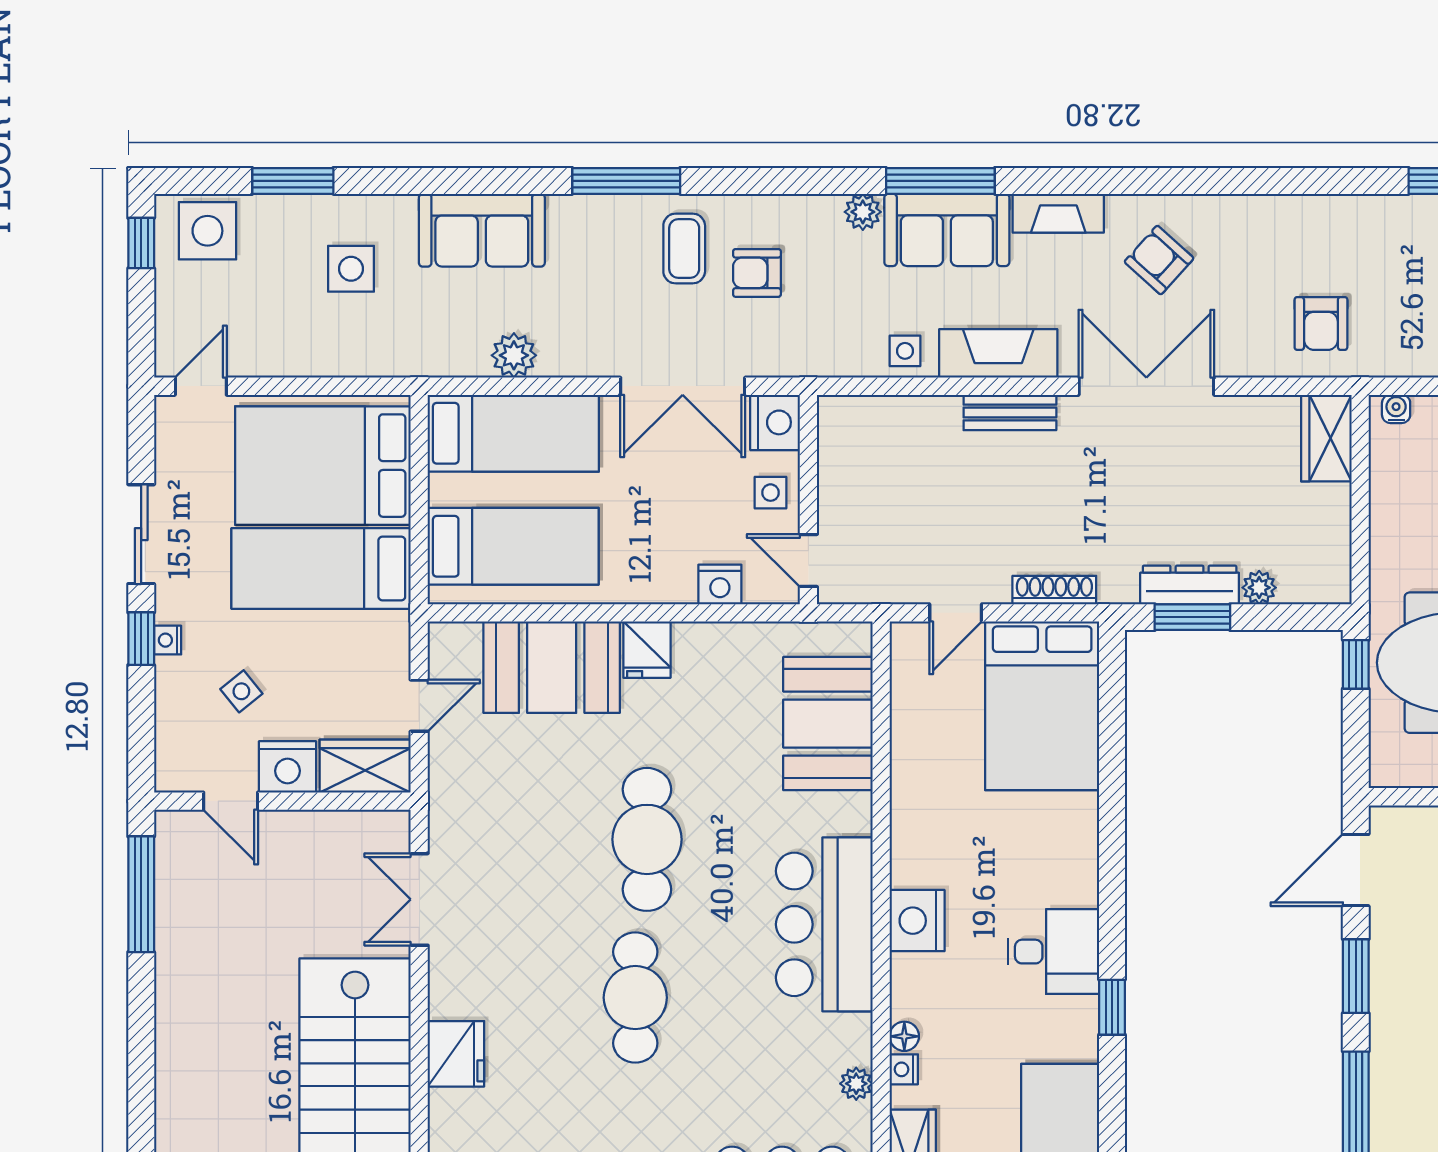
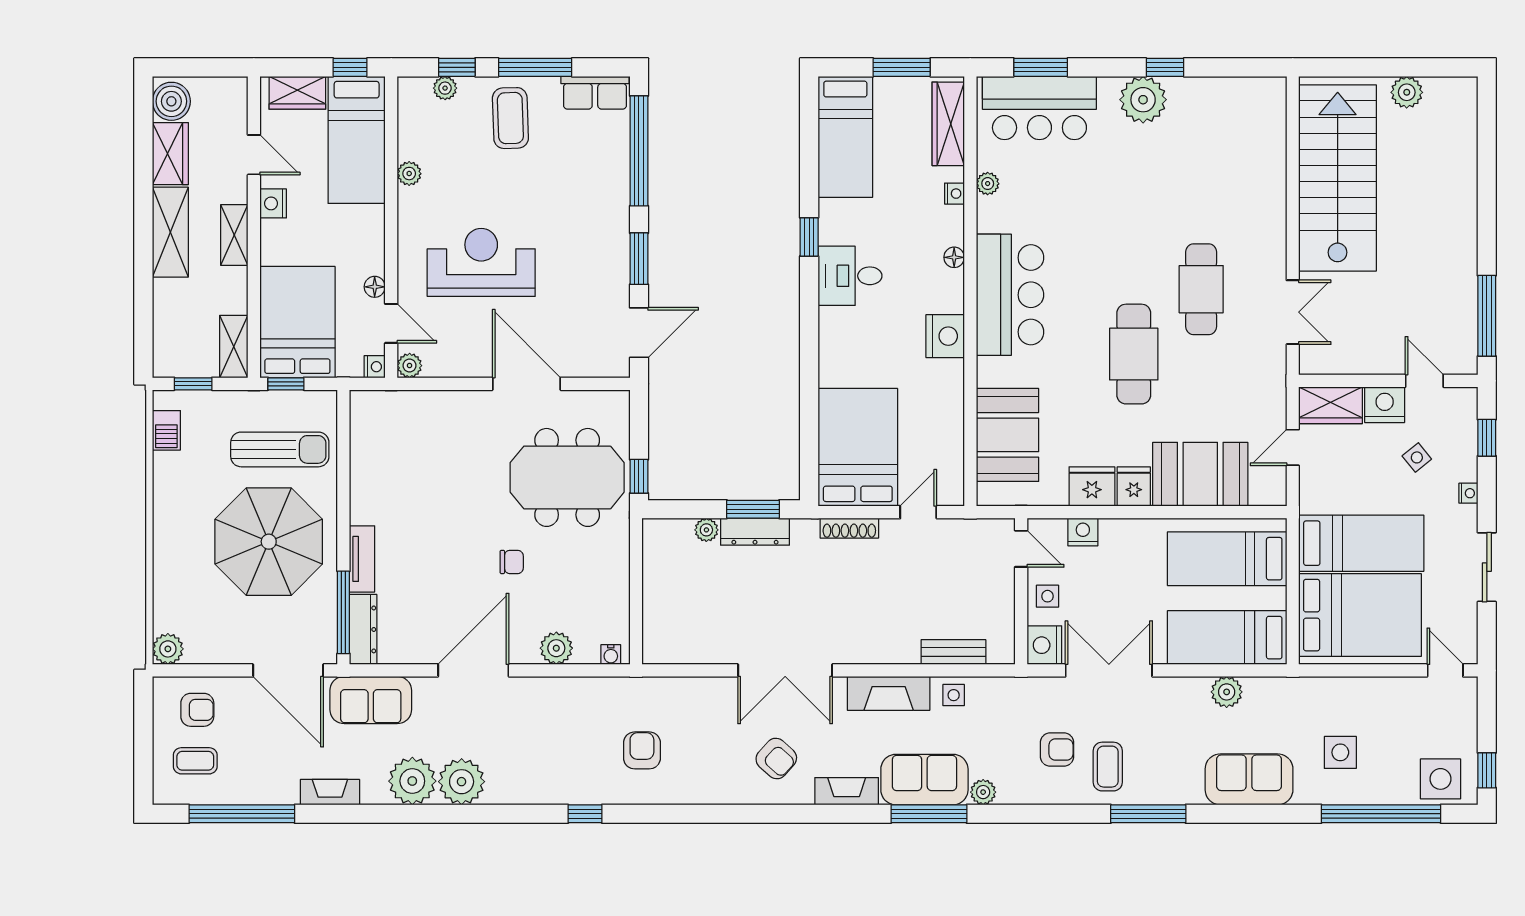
window: (293, 181) -> (1381, 814), width x2.11
armchair: (1321, 323) -> (642, 750), moved
door: (201, 386) -> (1445, 670), swing flipped
bench: (1010, 412) -> (953, 652), moved
wardrobe: (1326, 438) -> (659, 634), removed
window: (141, 639) -> (1487, 438), moved
nightstand: (917, 921) -> (945, 336), moved
cafe table: (635, 998) -> (1201, 289), moved
floor lamp: (904, 1036) -> (954, 257), moved
fridge: (456, 1054) -> (1092, 487), moved, turned 90

